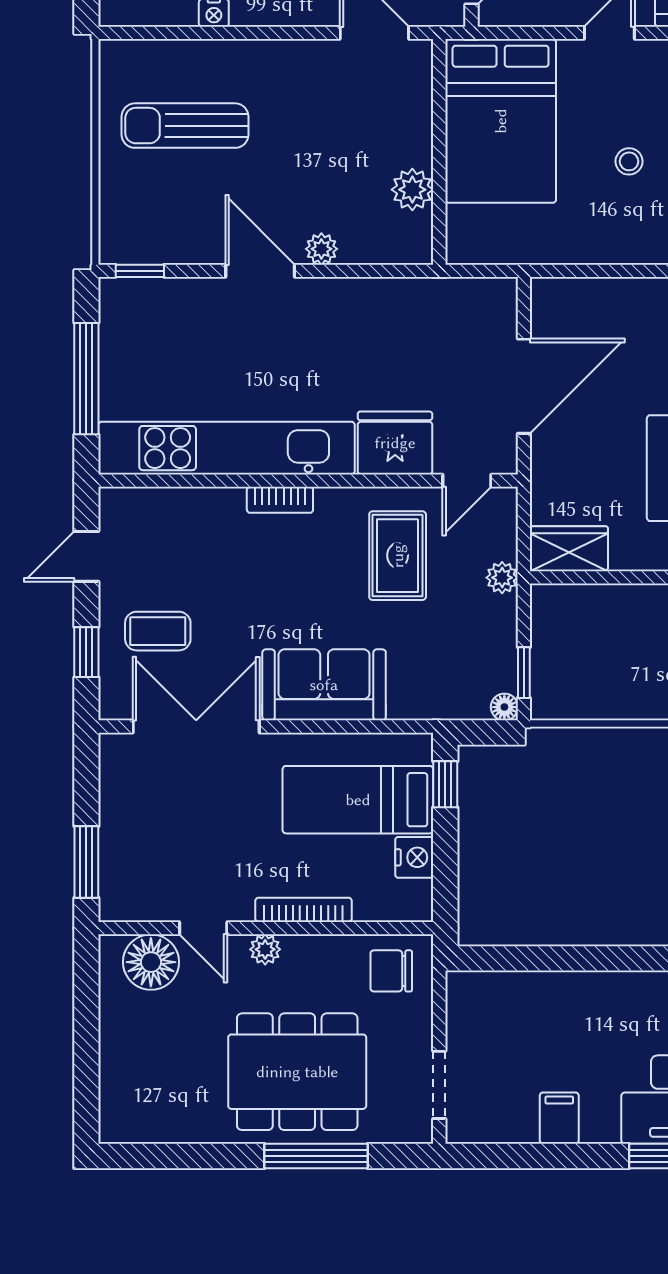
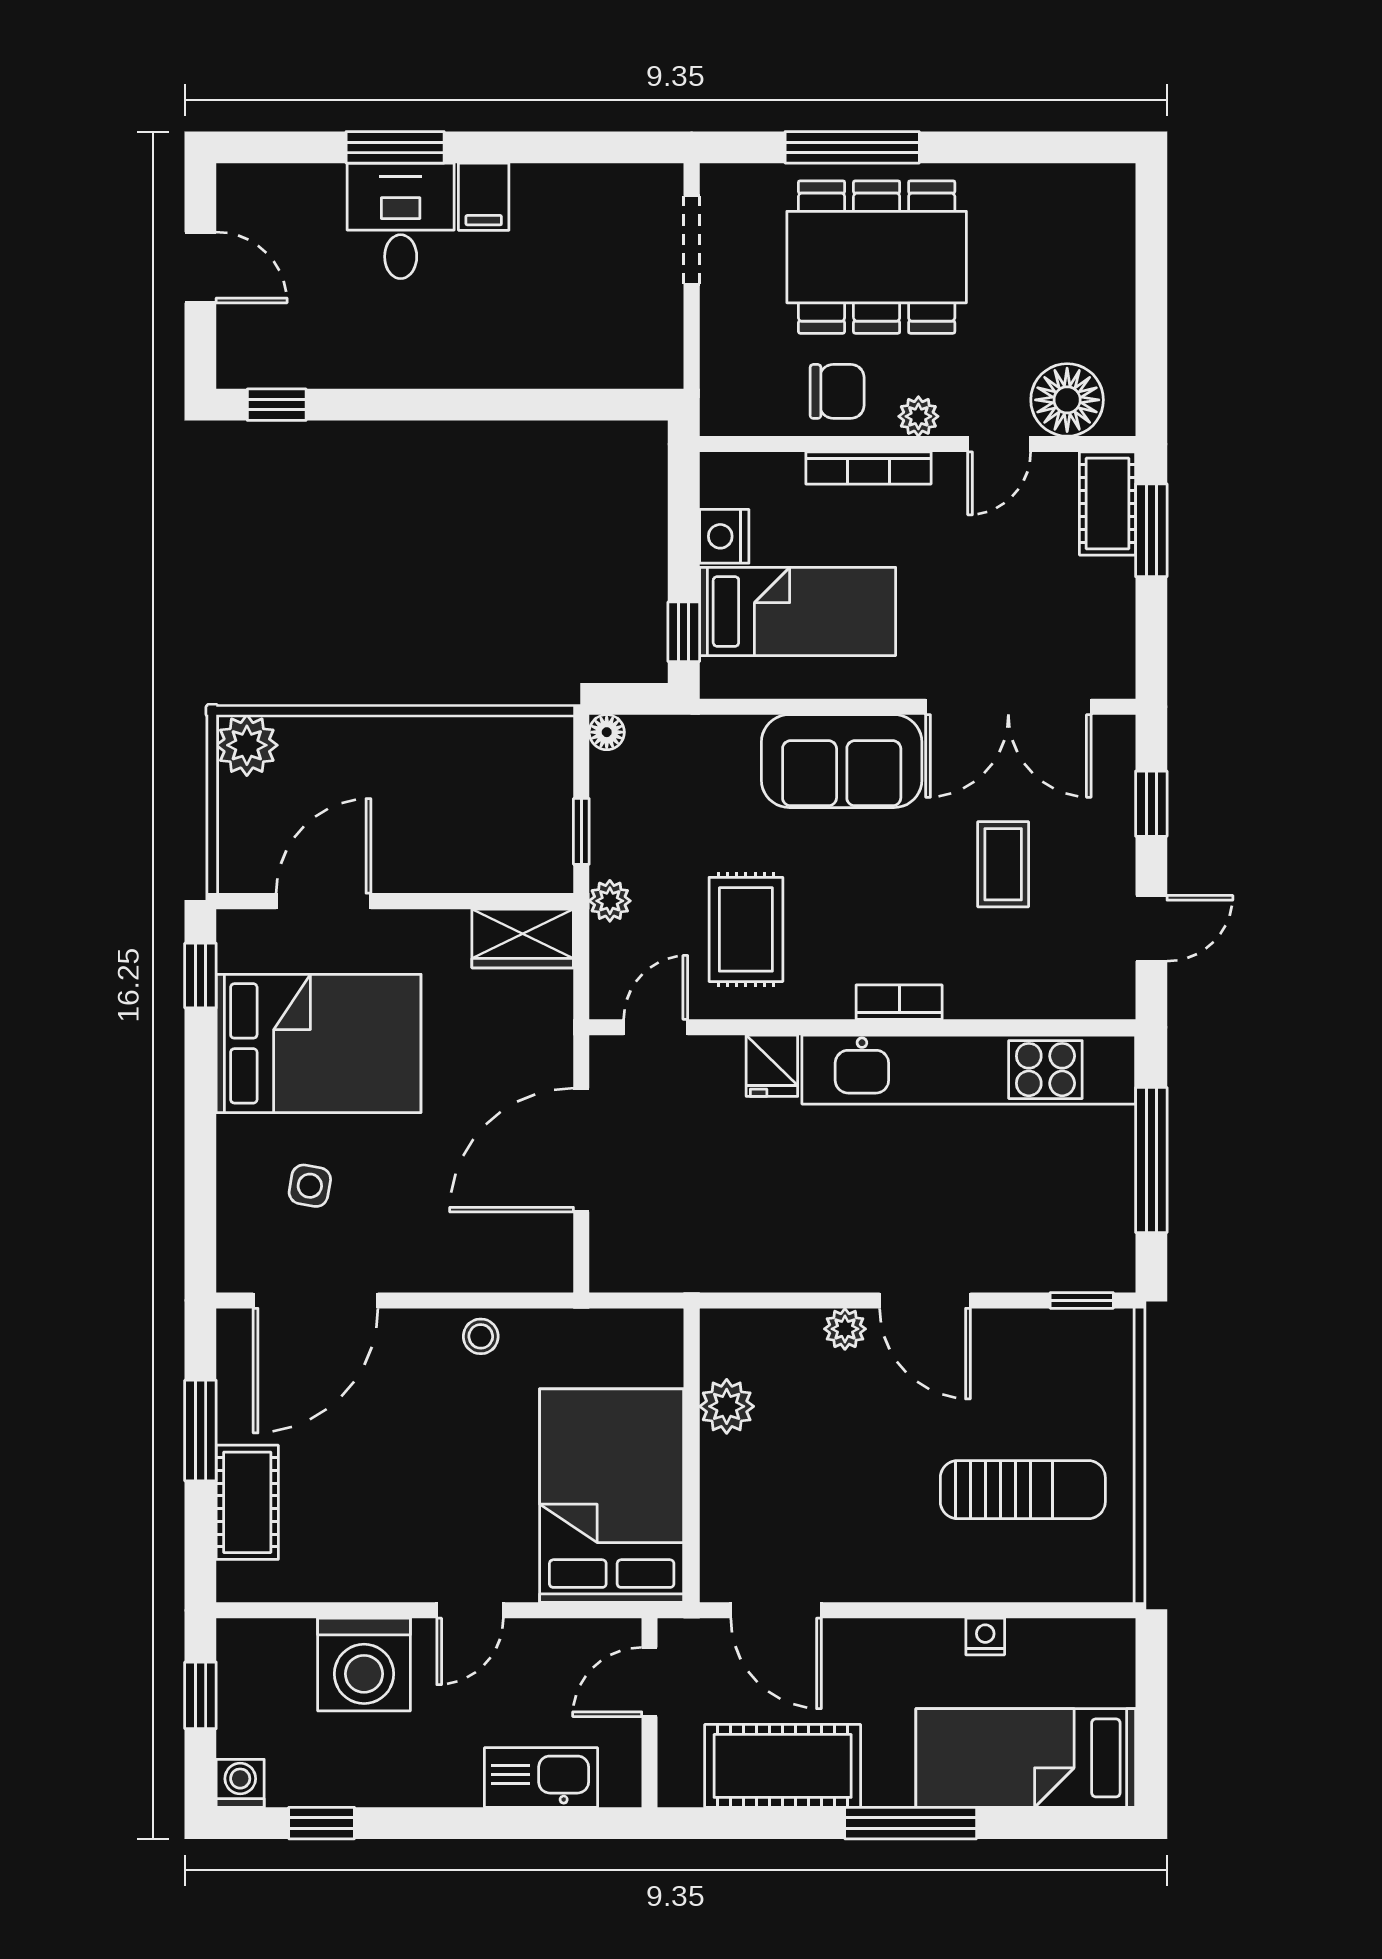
stool: (629, 161) -> (481, 1336), moved
fridge: (395, 443) -> (772, 1066), width x0.53, depth x0.75
coffee table: (158, 631) -> (1003, 864), moved, turned 90
window: (524, 673) -> (581, 831), moved
cot: (120, 883) -> (1108, 504), added
door: (203, 928) -> (999, 444), swing flipped
chair: (391, 971) -> (837, 391), moved
filing cabinet: (559, 1118) -> (484, 197), moved

